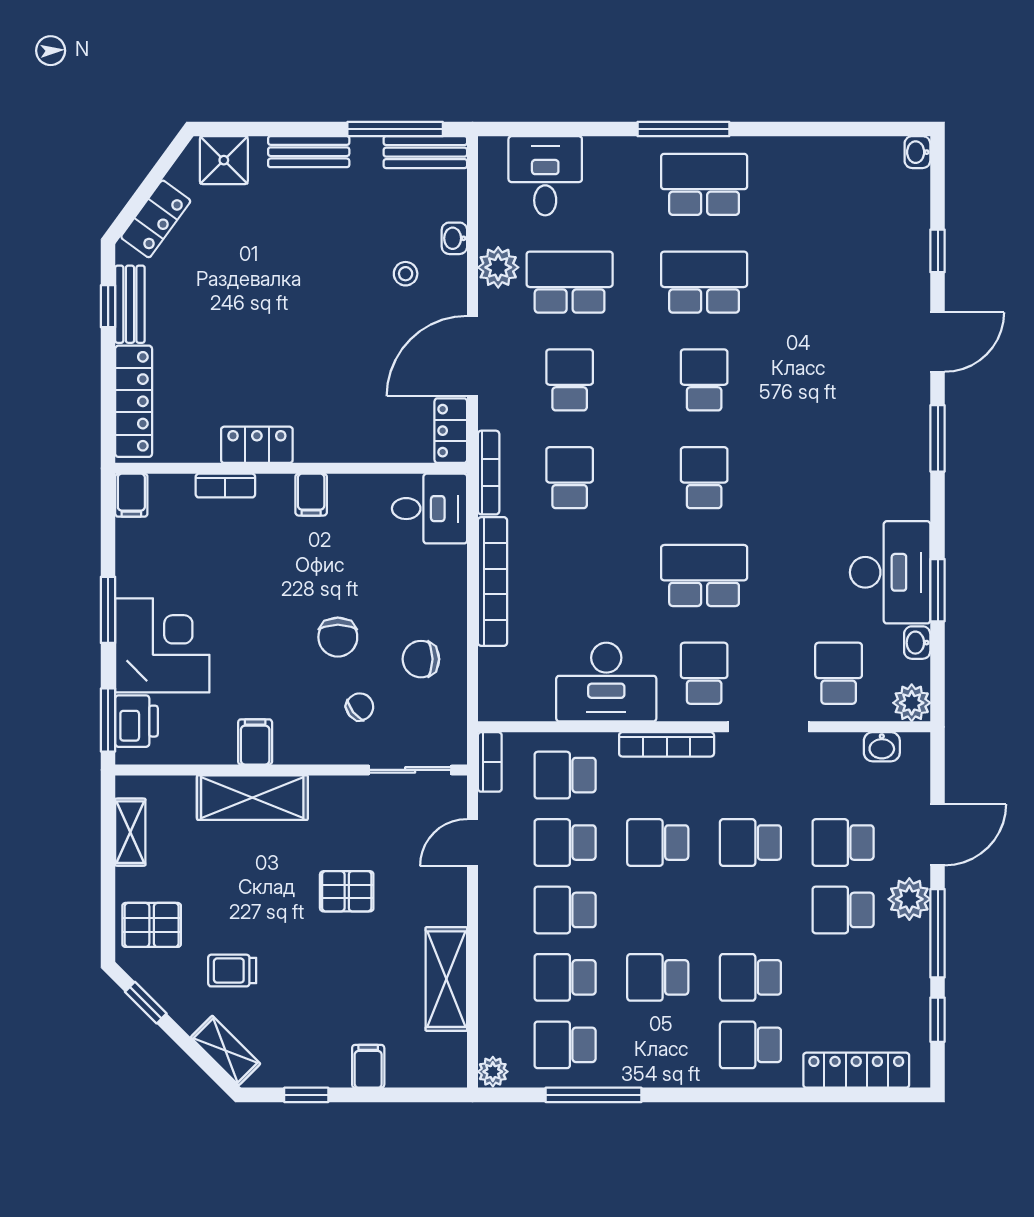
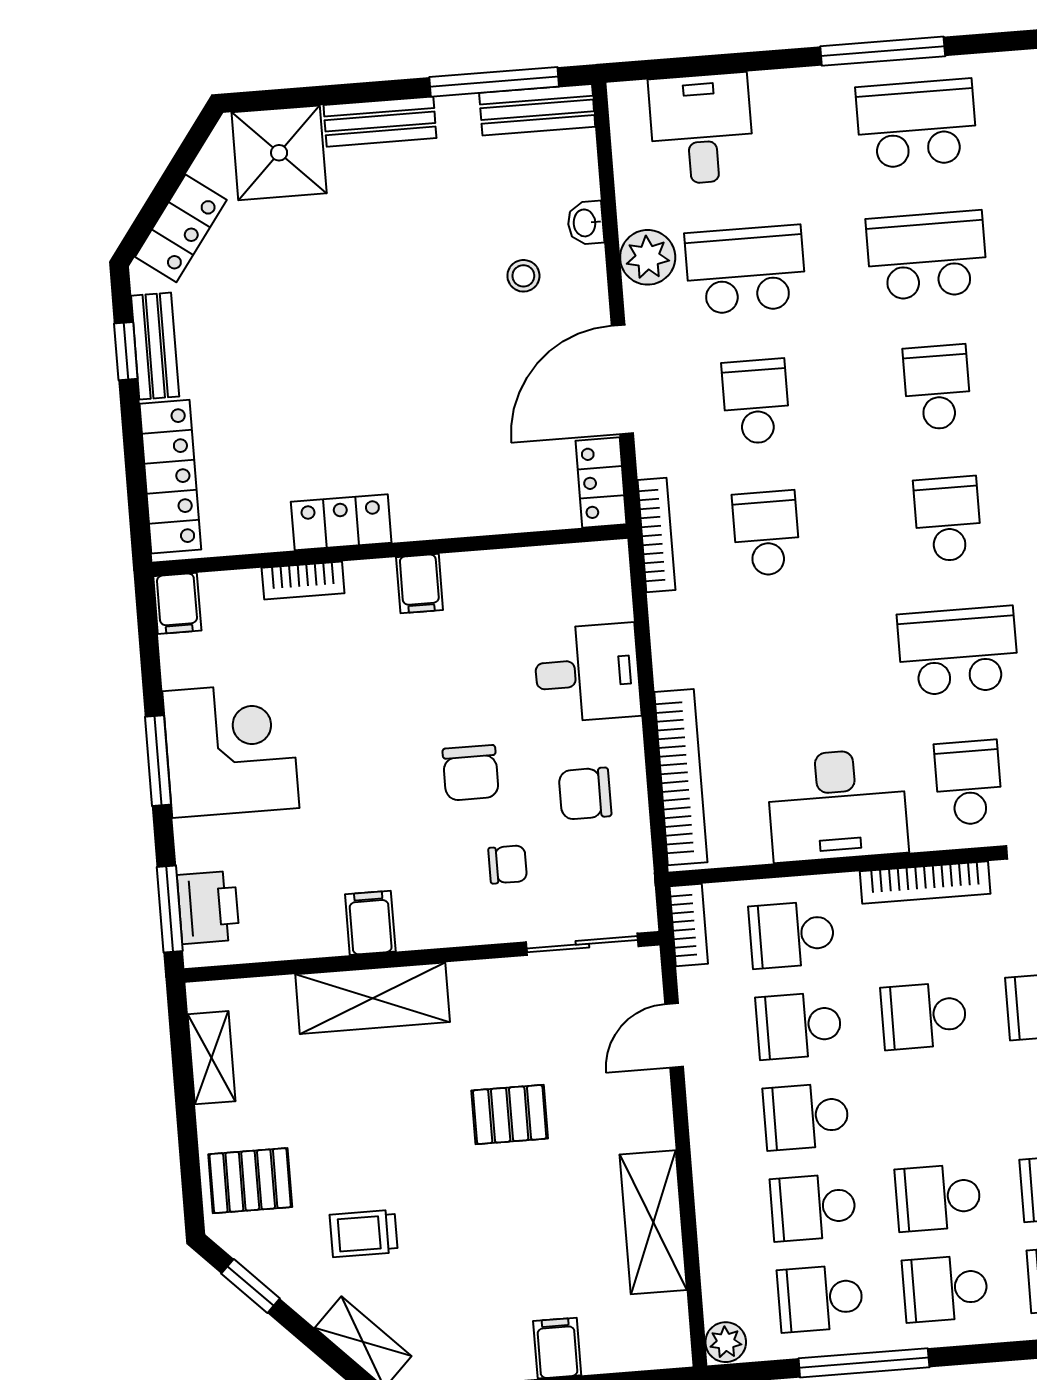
shower: (224, 160) -> (279, 153), width x1.36, depth x1.36
desk: (429, 509) -> (587, 673), moved
bookcase: (492, 582) -> (681, 777), moved
corner desk: (162, 645) -> (231, 750), moved
chair: (360, 707) -> (508, 864), turned 38
school desk: (658, 1045) -> (945, 1289), added

